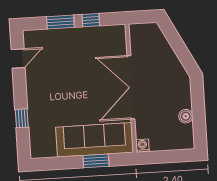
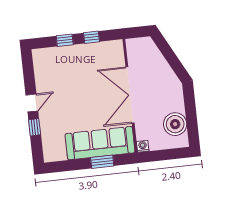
window: (60, 22) -> (65, 40), width x0.67
door: (18, 59) -> (32, 103), moved
boiler: (186, 116) -> (175, 124), width x1.86, depth x1.86

